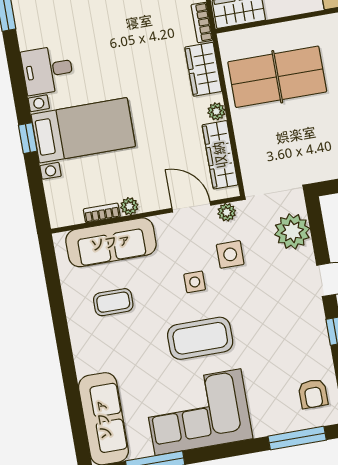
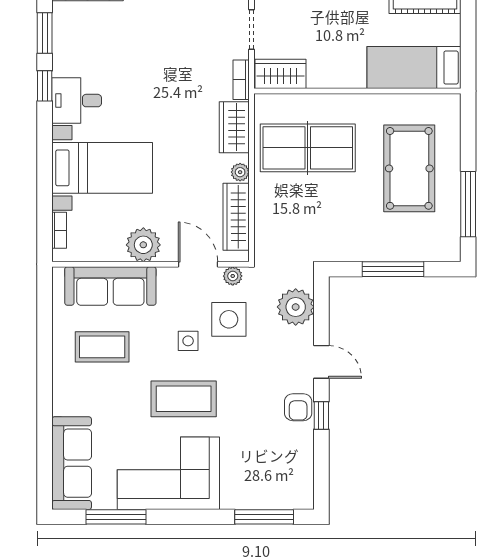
window: (28, 138) -> (45, 86), moved
plant: (129, 206) -> (143, 245), width x1.88, depth x1.88
bookcase: (102, 213) -> (59, 230), moved, turned 90
side table: (230, 254) -> (229, 319), width x1.37, depth x1.37
coffee table: (113, 302) -> (102, 347), width x1.36, depth x1.30
armchair: (313, 394) -> (298, 407), moved

